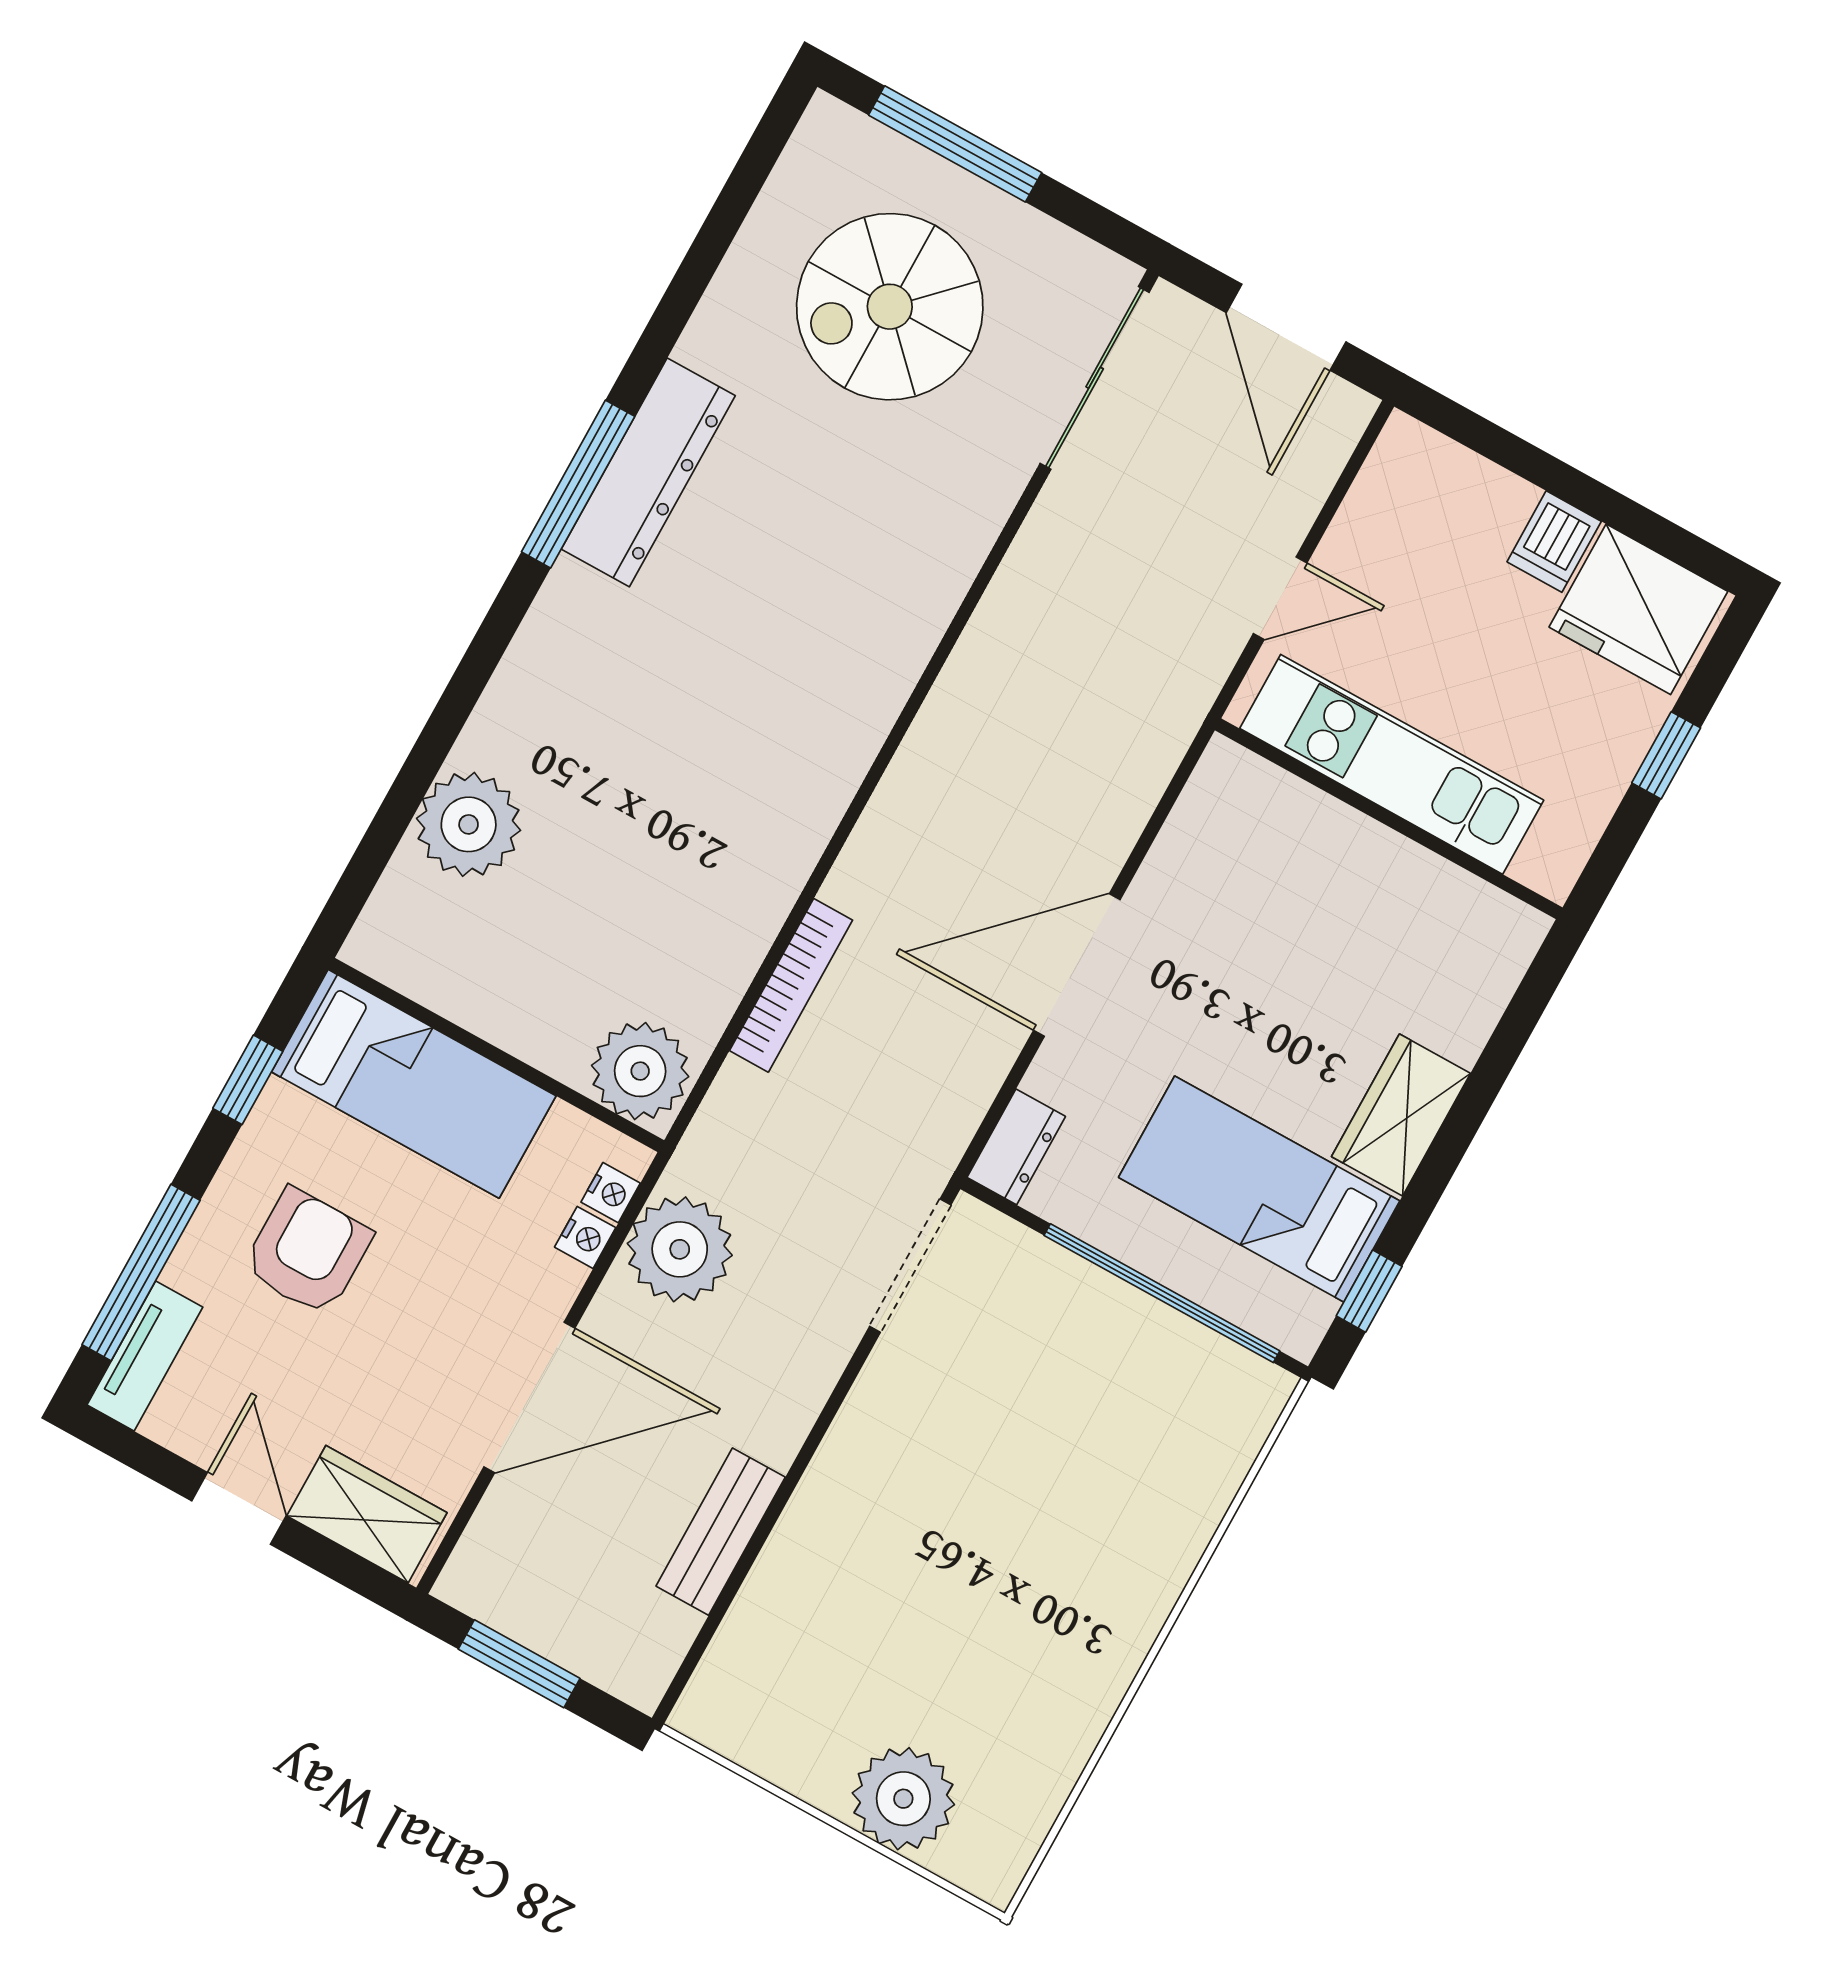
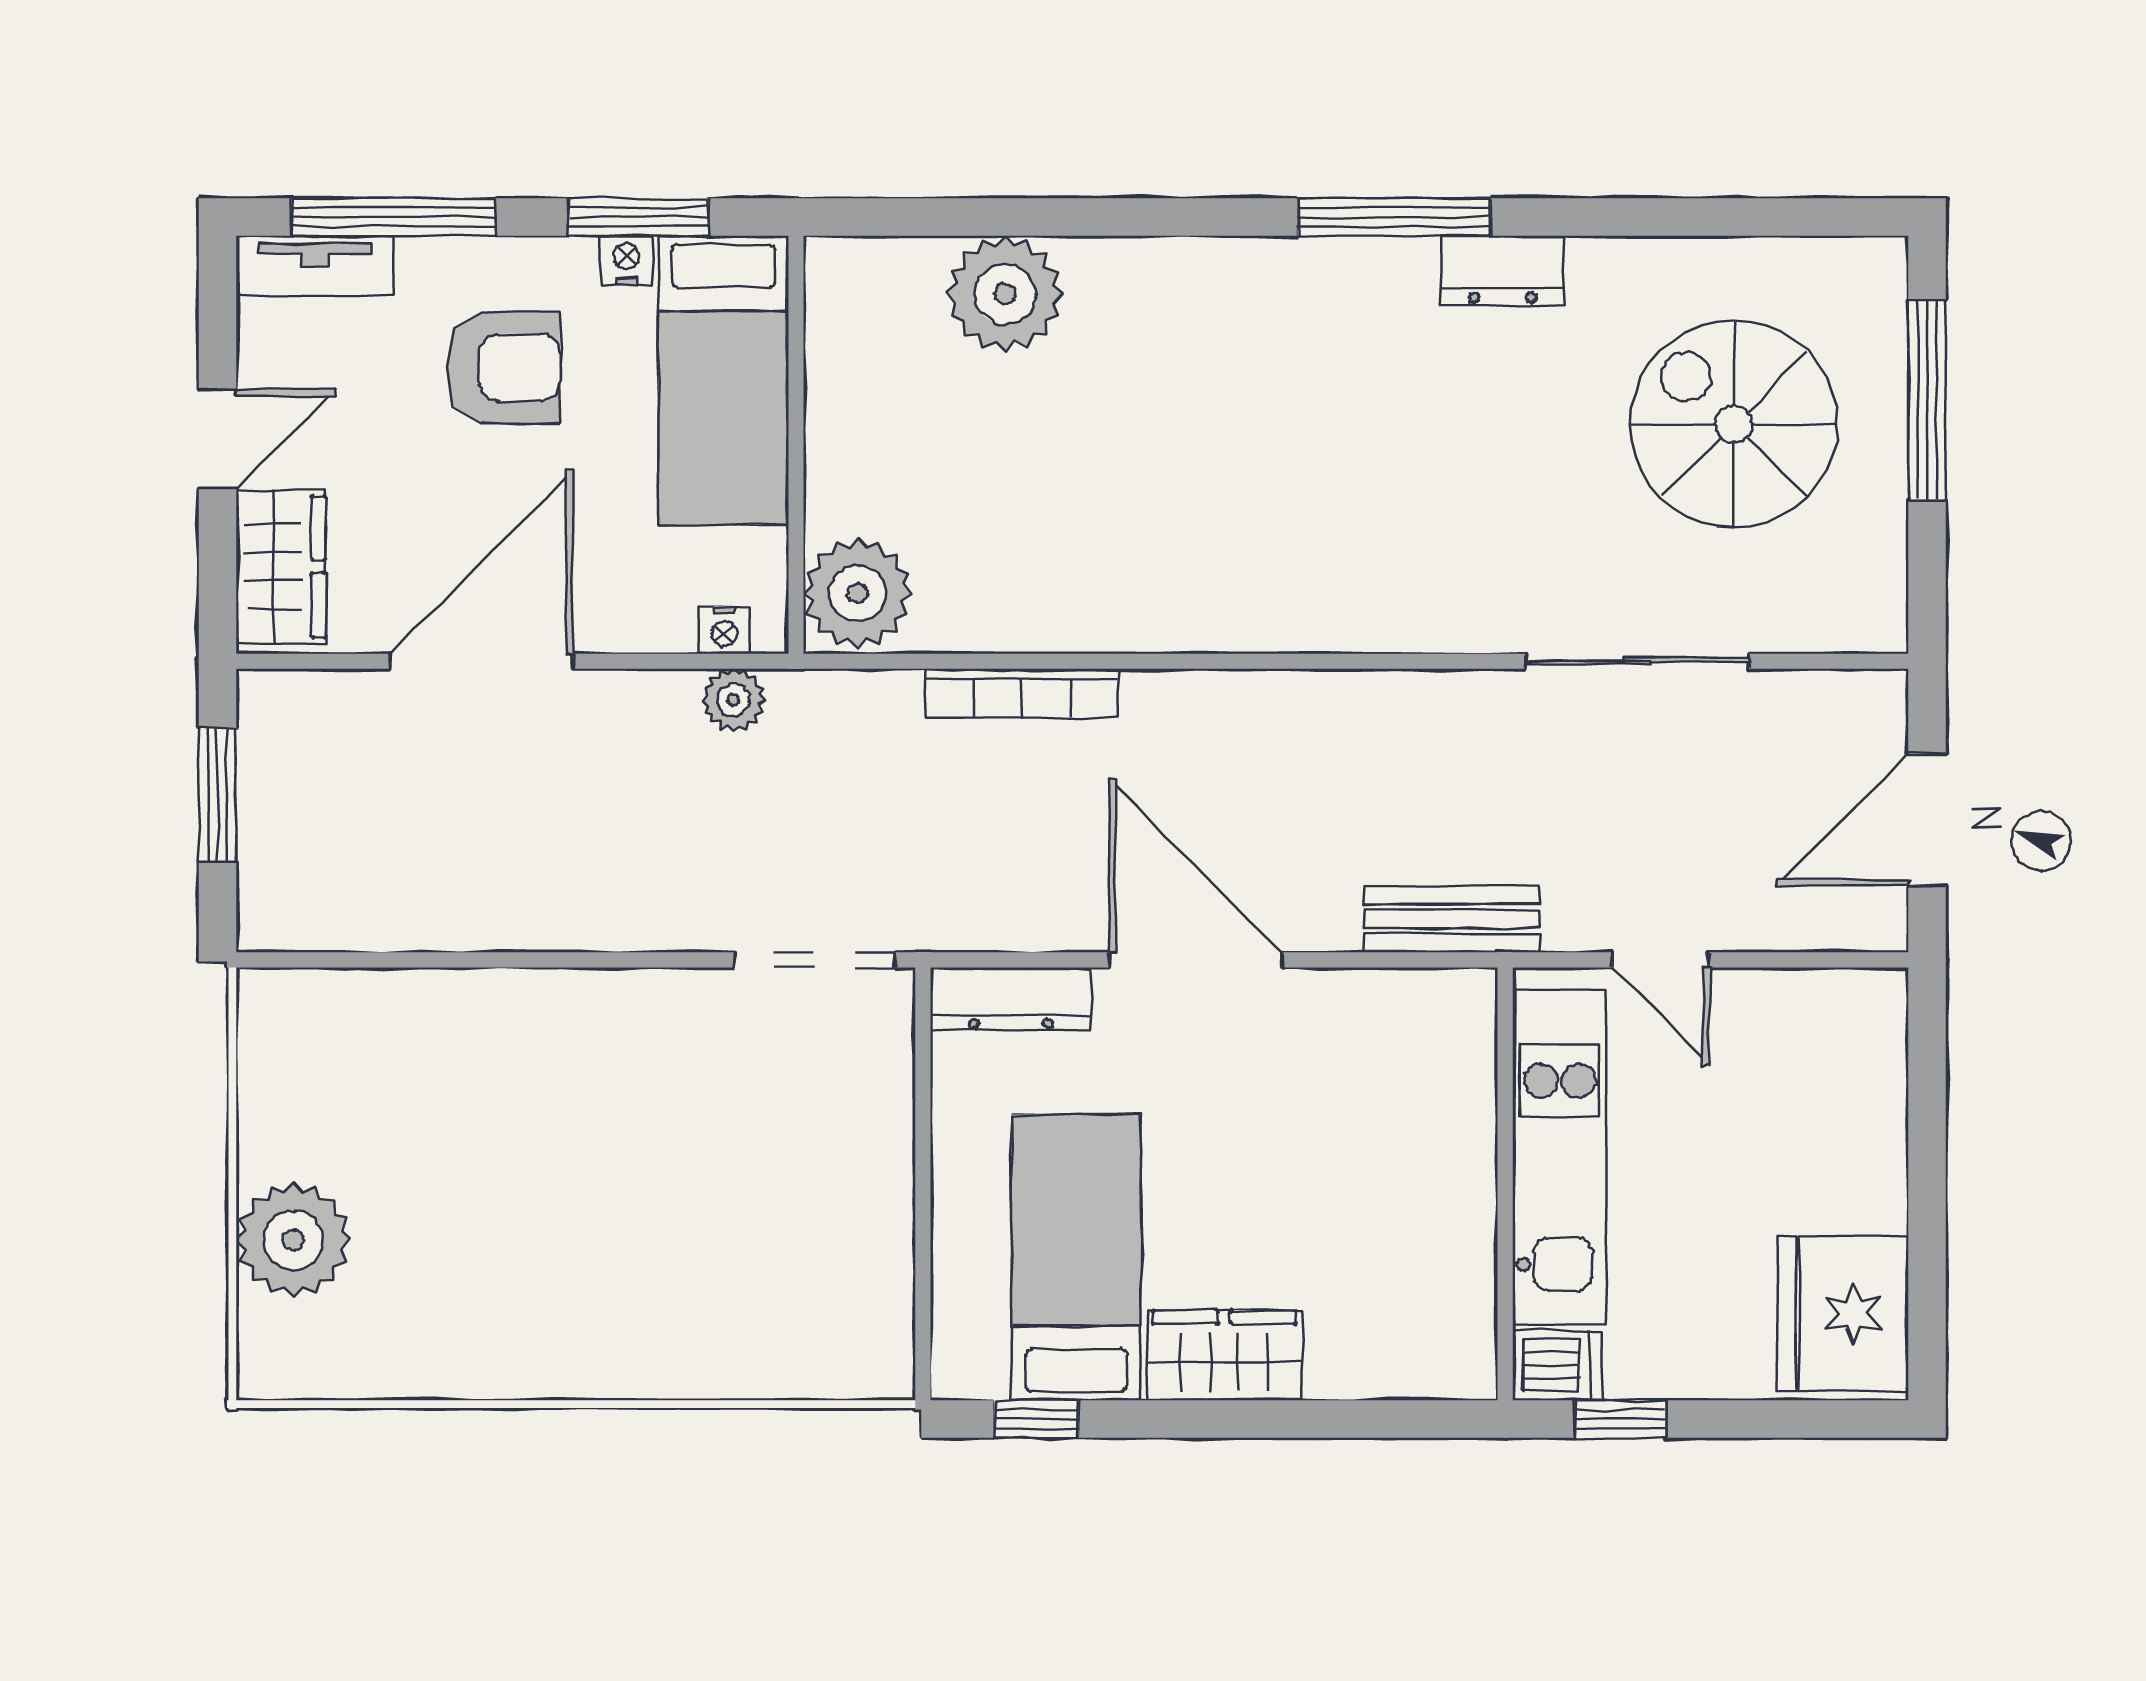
sliding door: (1095, 378) -> (1637, 661), moved
dresser: (648, 472) -> (1503, 271), width x0.51, depth x0.80
dishwasher: (1554, 542) -> (1558, 1365), moved, turned 180
window: (1666, 755) -> (1620, 1419), moved
window: (248, 1080) -> (638, 217), width x1.50
dresser: (1016, 1147) -> (1011, 999), width x1.44
nightstand: (585, 1237) -> (627, 260), moved, turned 180
plant: (680, 1249) -> (733, 700), width x0.53, depth x0.53
window: (1162, 1293) -> (923, 1219), removed
door: (529, 1398) -> (481, 661), swing flipped
bench: (721, 1532) -> (1452, 919), moved

